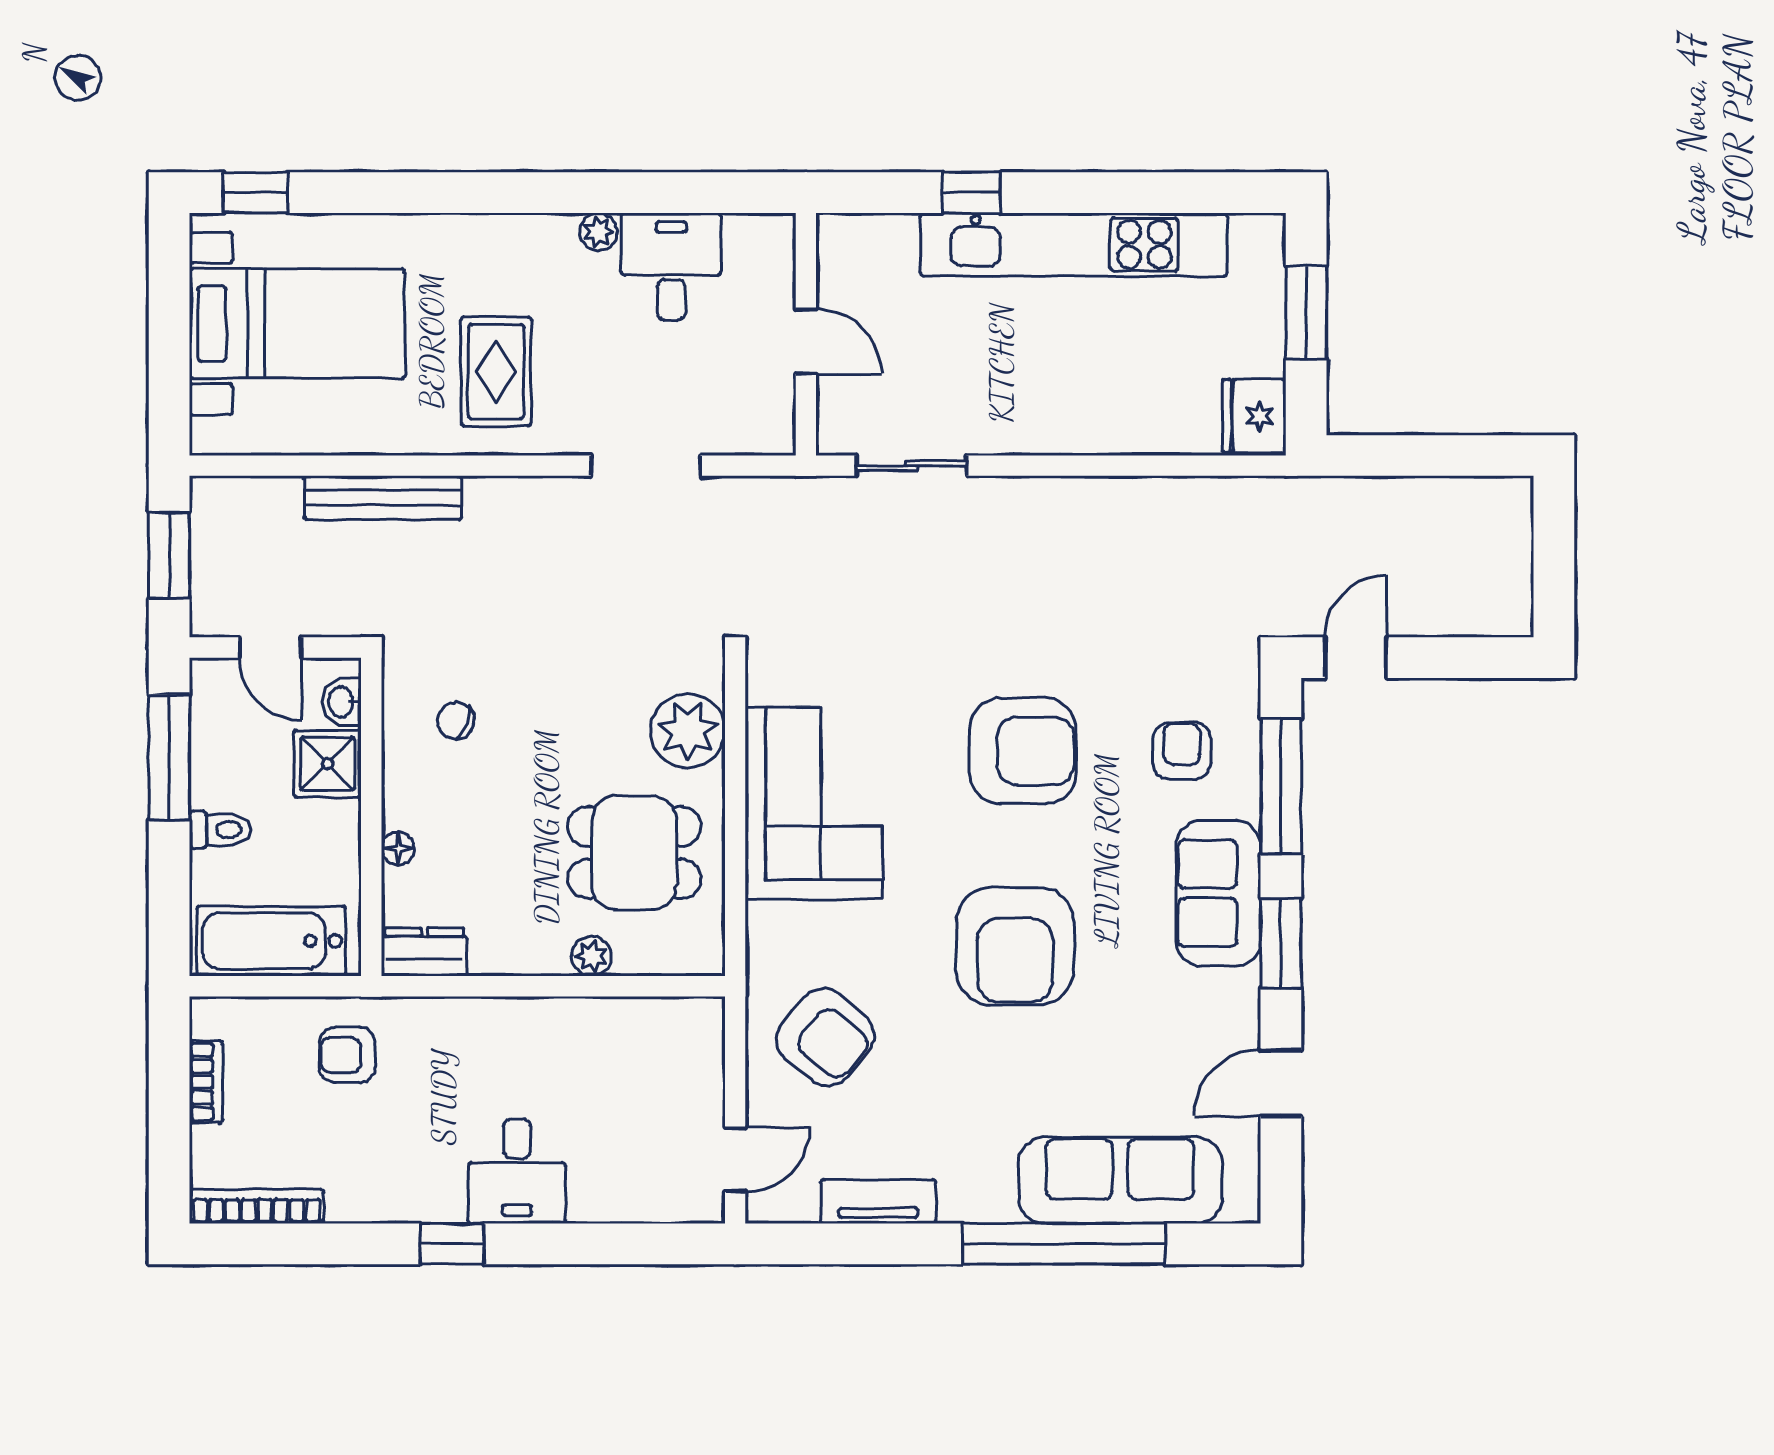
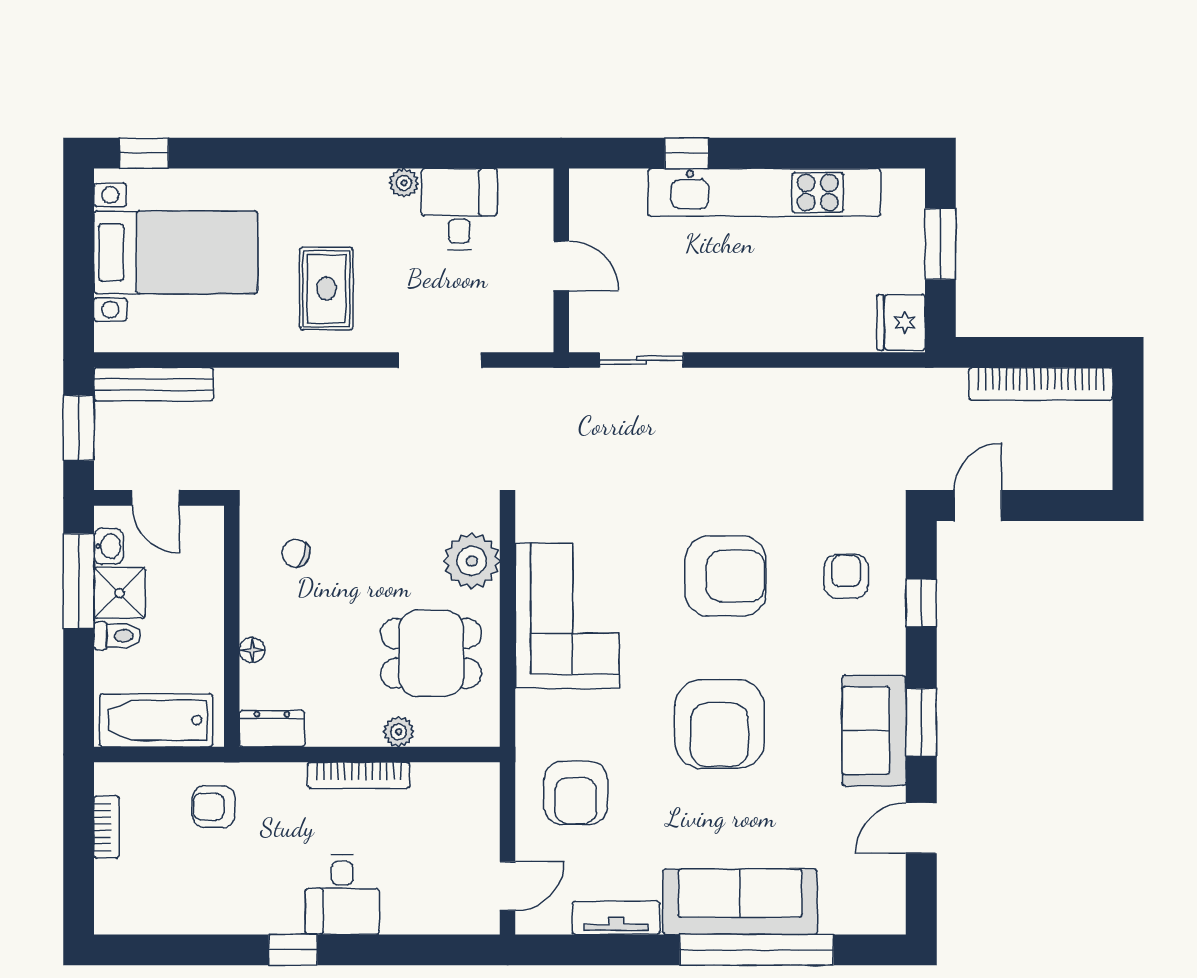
bookcase: (1439, 497) -> (1041, 384), added
bench: (383, 498) -> (154, 384), moved
washbasin: (342, 702) -> (109, 546), moved, turned 180
shower: (327, 764) -> (119, 593), moved
window: (1281, 786) -> (921, 603), width x0.46
sofa: (1219, 893) -> (874, 731), moved
armchair: (825, 1037) -> (576, 793), turned 50
sofa: (1120, 1180) -> (740, 902), moved
bookcase: (257, 1206) -> (359, 775), moved, turned 180

